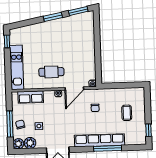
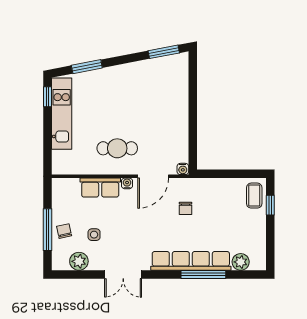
window: (53, 17) -> (87, 67), moved
kitchen unit: (17, 67) -> (62, 114), moved
row of seats: (31, 97) -> (100, 188), moved
coffee table: (127, 113) -> (254, 196), moved
window: (149, 130) -> (270, 205), moved
plant: (18, 144) -> (241, 262), moved

